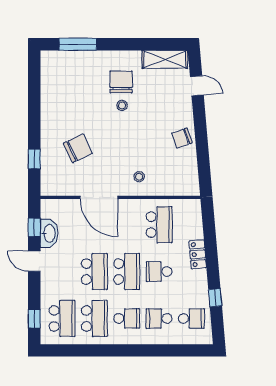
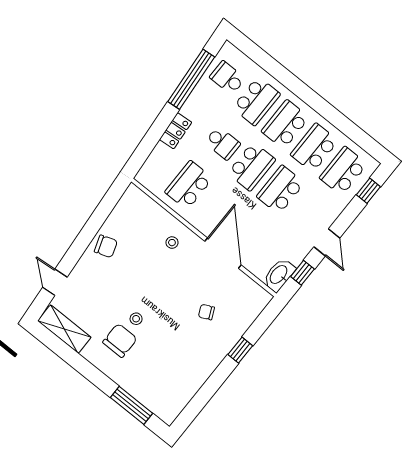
chair: (121, 82) -> (120, 340), turned 180
chair: (78, 148) -> (206, 312), width x0.54, depth x0.54
window: (34, 159) -> (240, 350), moved
washbasin: (49, 233) -> (279, 275), moved
school desk: (127, 272) -> (252, 166), turned 180
window: (215, 298) -> (191, 79), width x3.17
school desk: (127, 318) -> (285, 124), width x1.85
school desk: (159, 318) -> (256, 101), width x1.85

